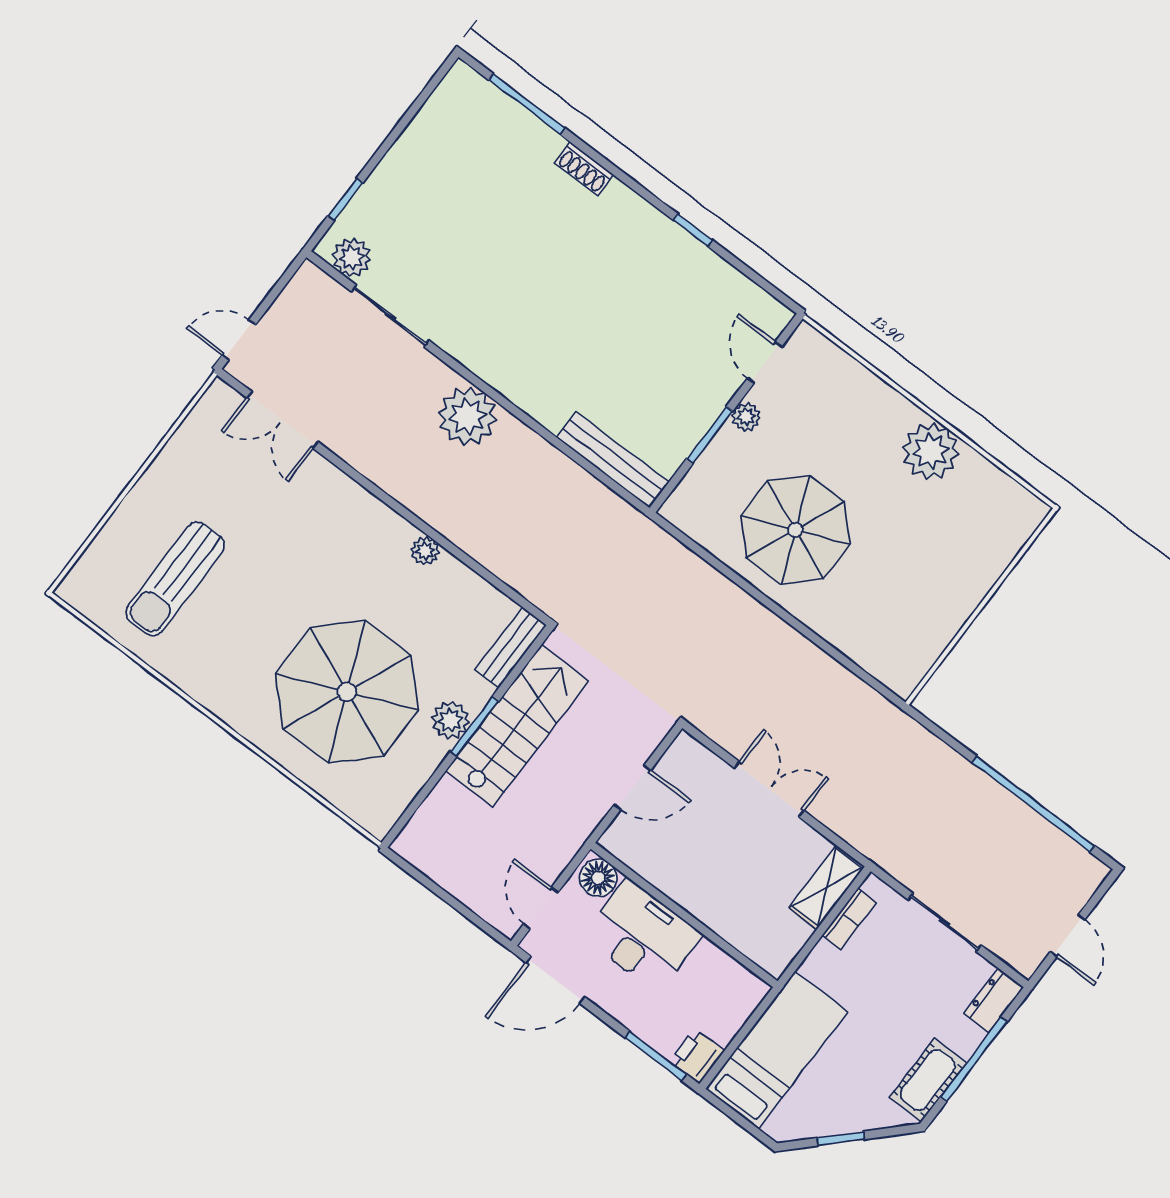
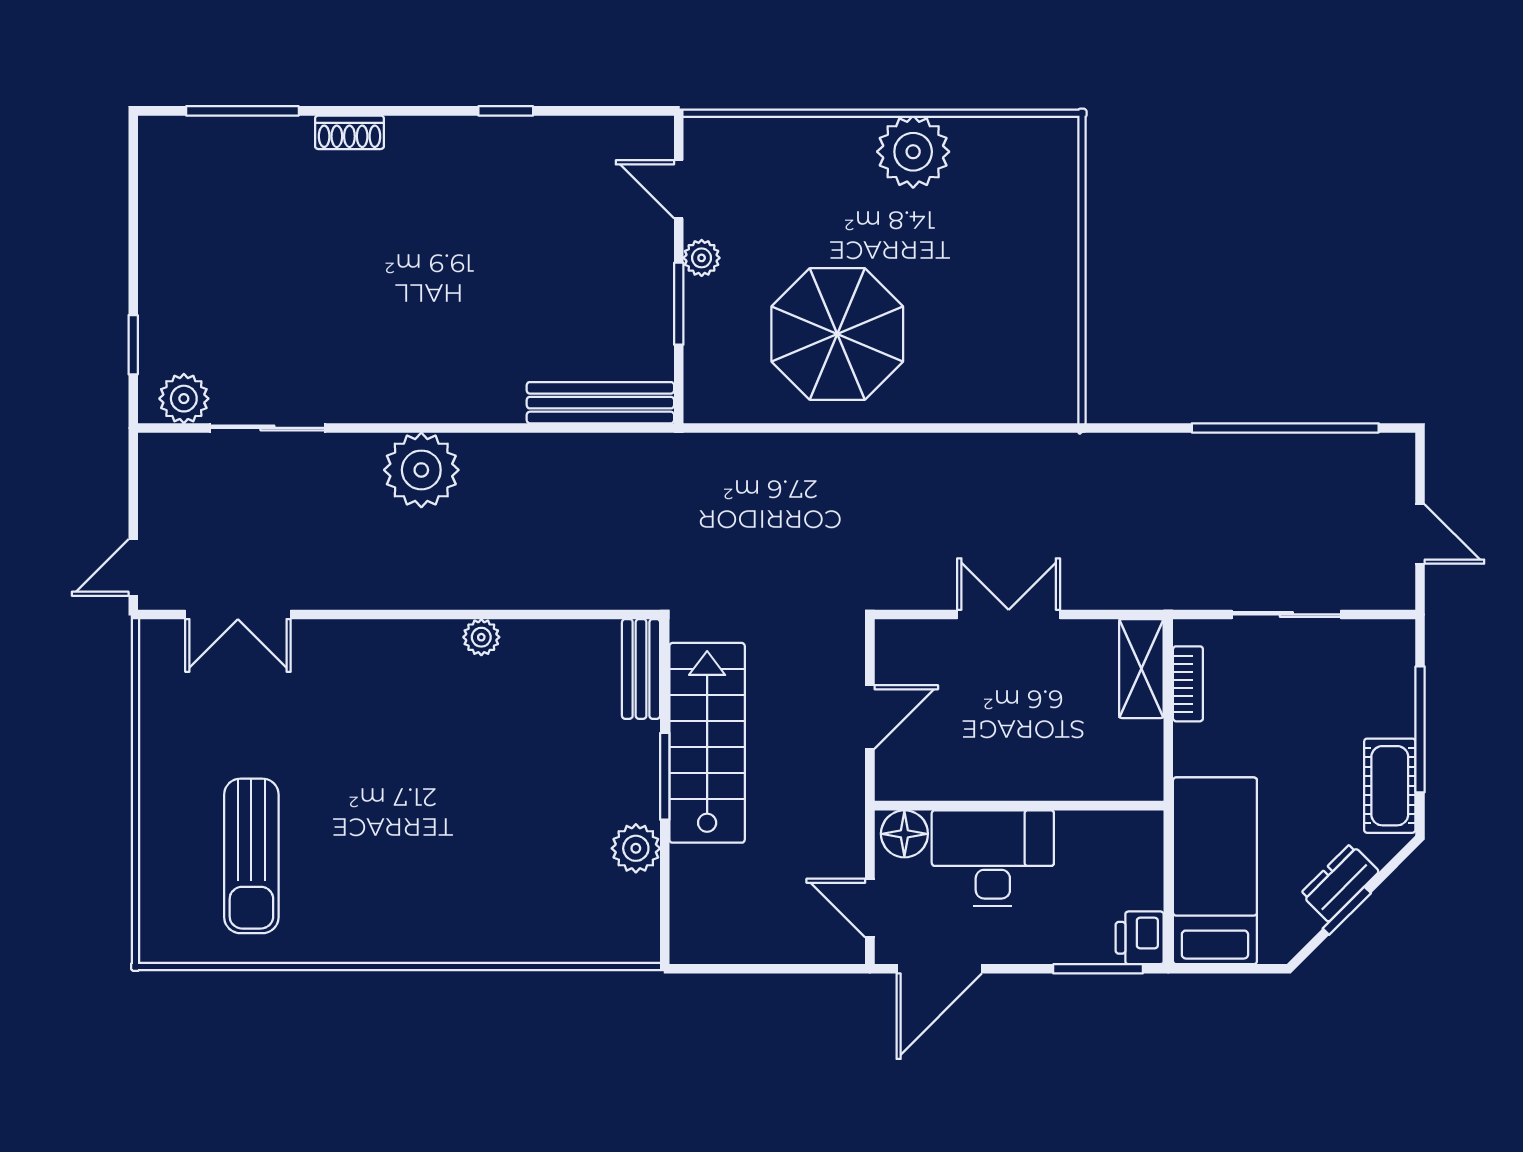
parasol: (347, 692) -> (510, 838), removed
plant: (450, 720) -> (636, 848), moved
dresser: (994, 1000) -> (1340, 883), moved, turned 45

